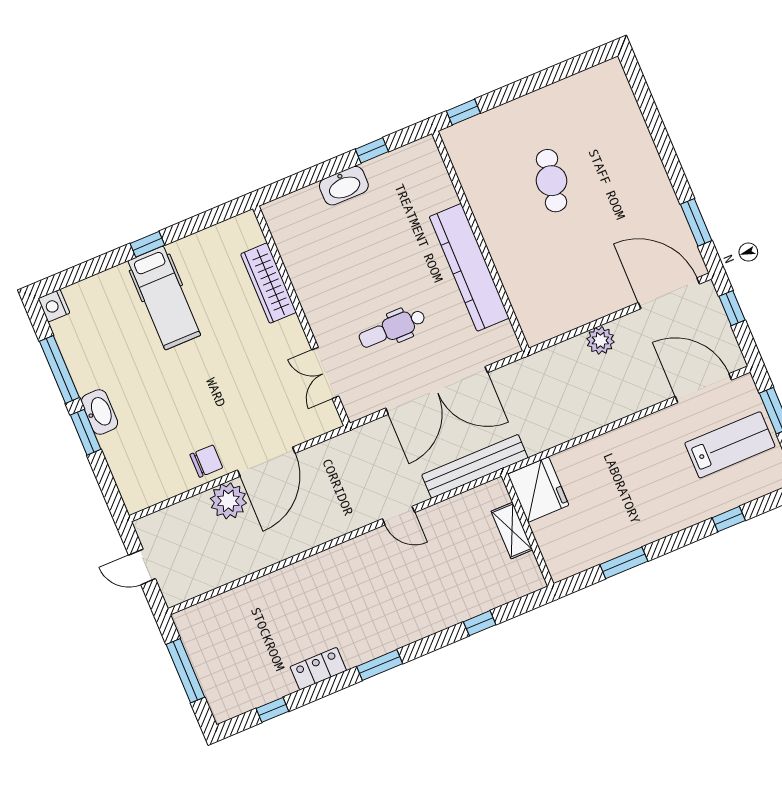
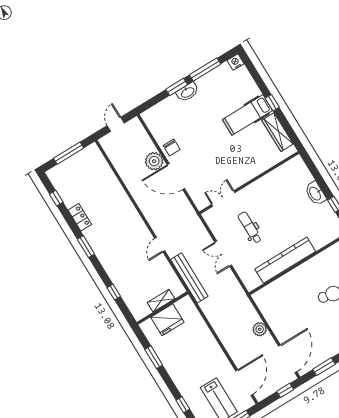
wardrobe: (269, 283) -> (277, 132), moved, turned -90
double door: (437, 390) -> (223, 254), width x0.54
fridge: (538, 490) -> (167, 320), moved

